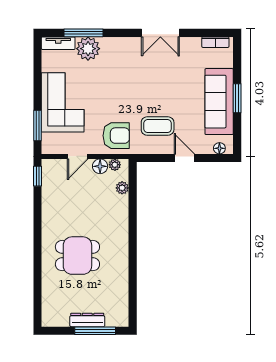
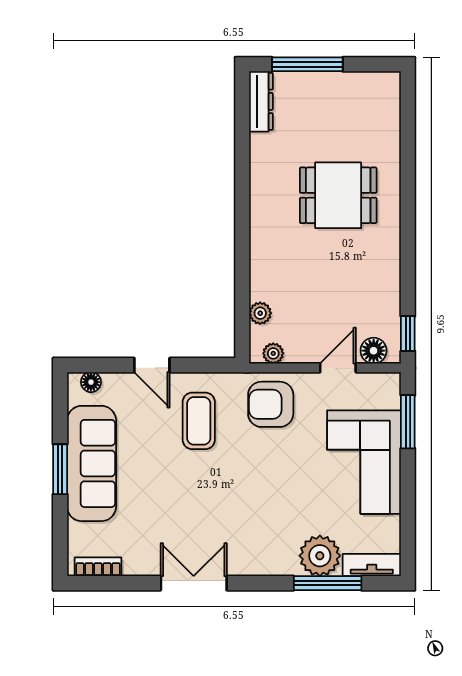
coffee table: (158, 126) -> (199, 421), turned 90
floor lamp: (100, 166) -> (374, 351), moved
dresser: (87, 320) -> (261, 101), moved, turned -90

